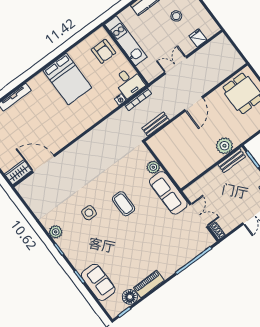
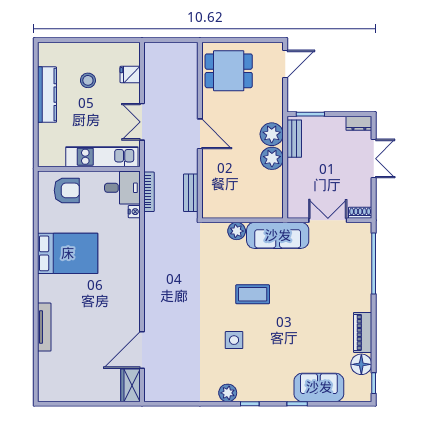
kitchen unit: (126, 41) -> (102, 157), moved
plant: (211, 156) -> (272, 158), added

